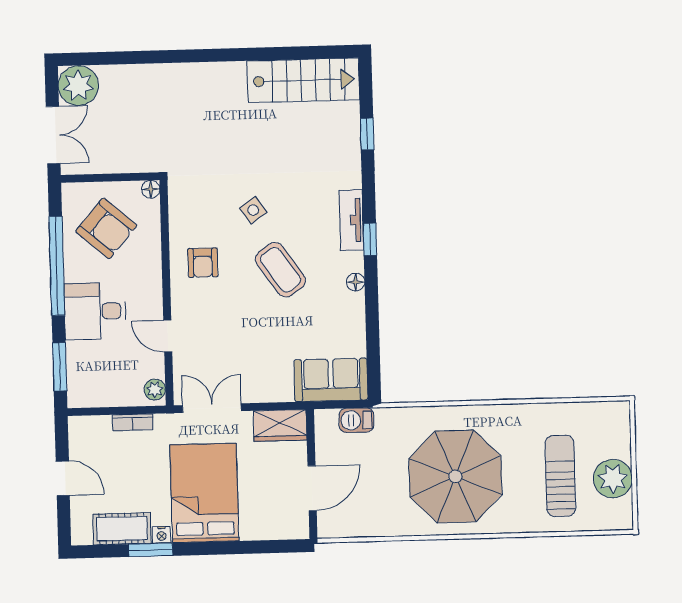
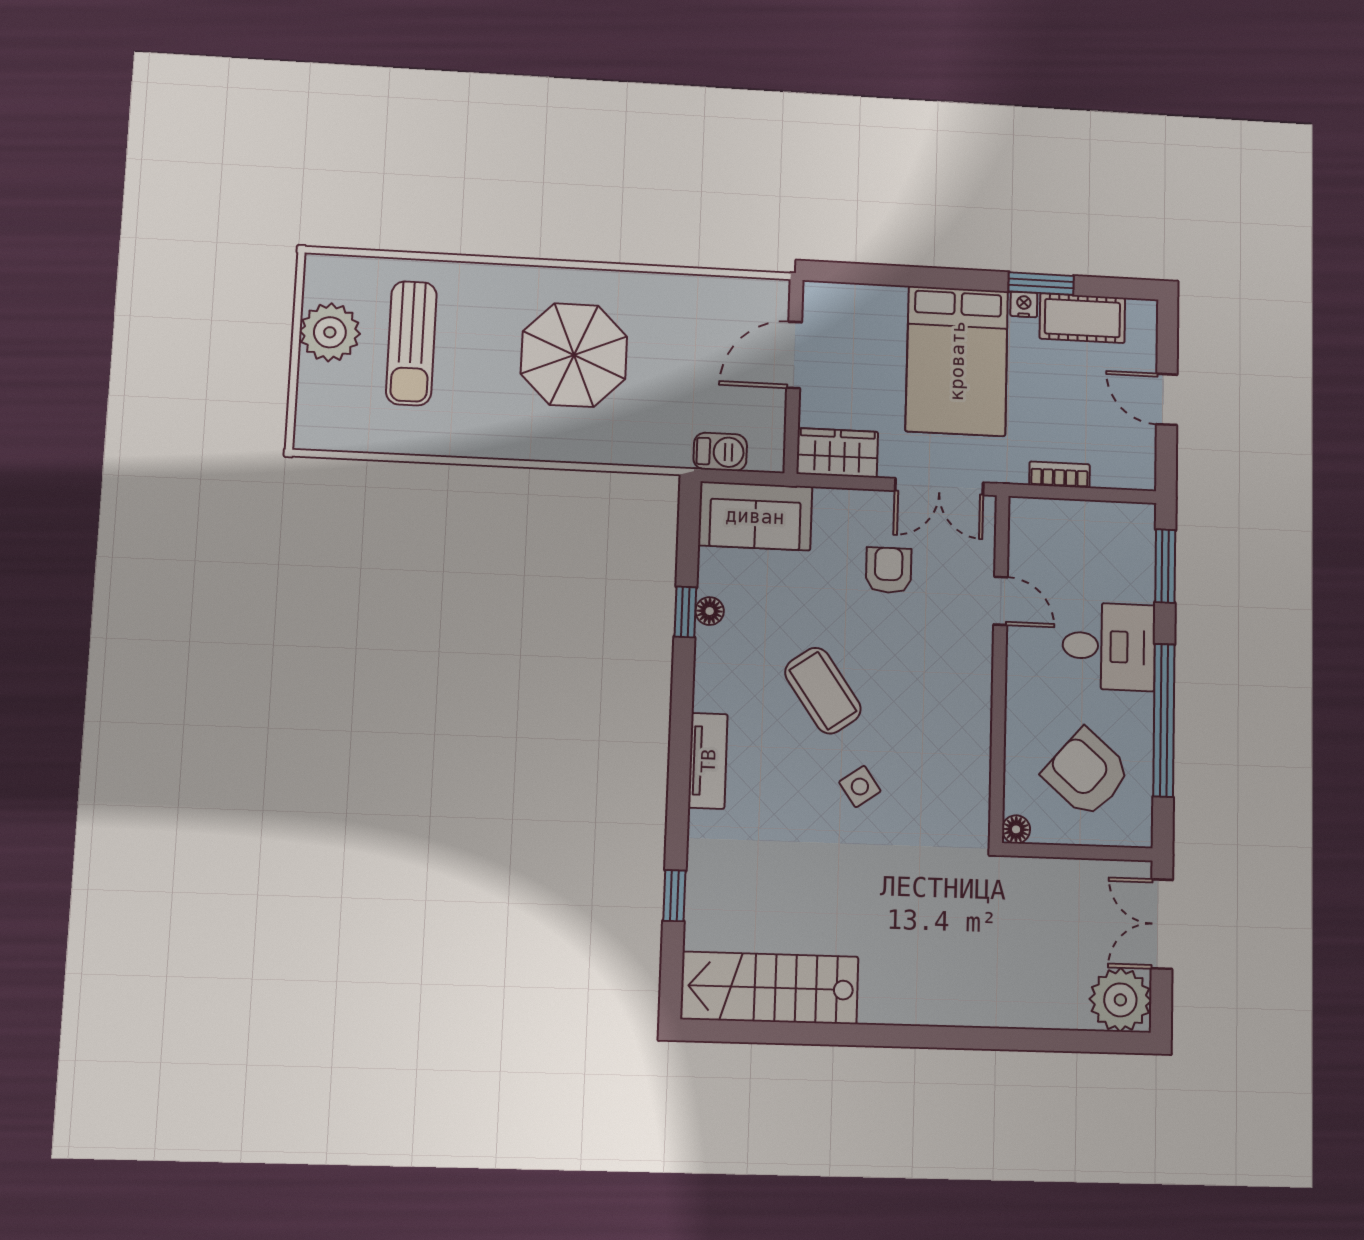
window: (370, 239) -> (685, 612), moved
armchair: (203, 263) -> (889, 570), moved
floor lamp: (356, 282) -> (710, 611), moved
plant: (155, 390) -> (1024, 521), removed
parasol: (455, 476) -> (574, 355), width x0.73, depth x0.73

